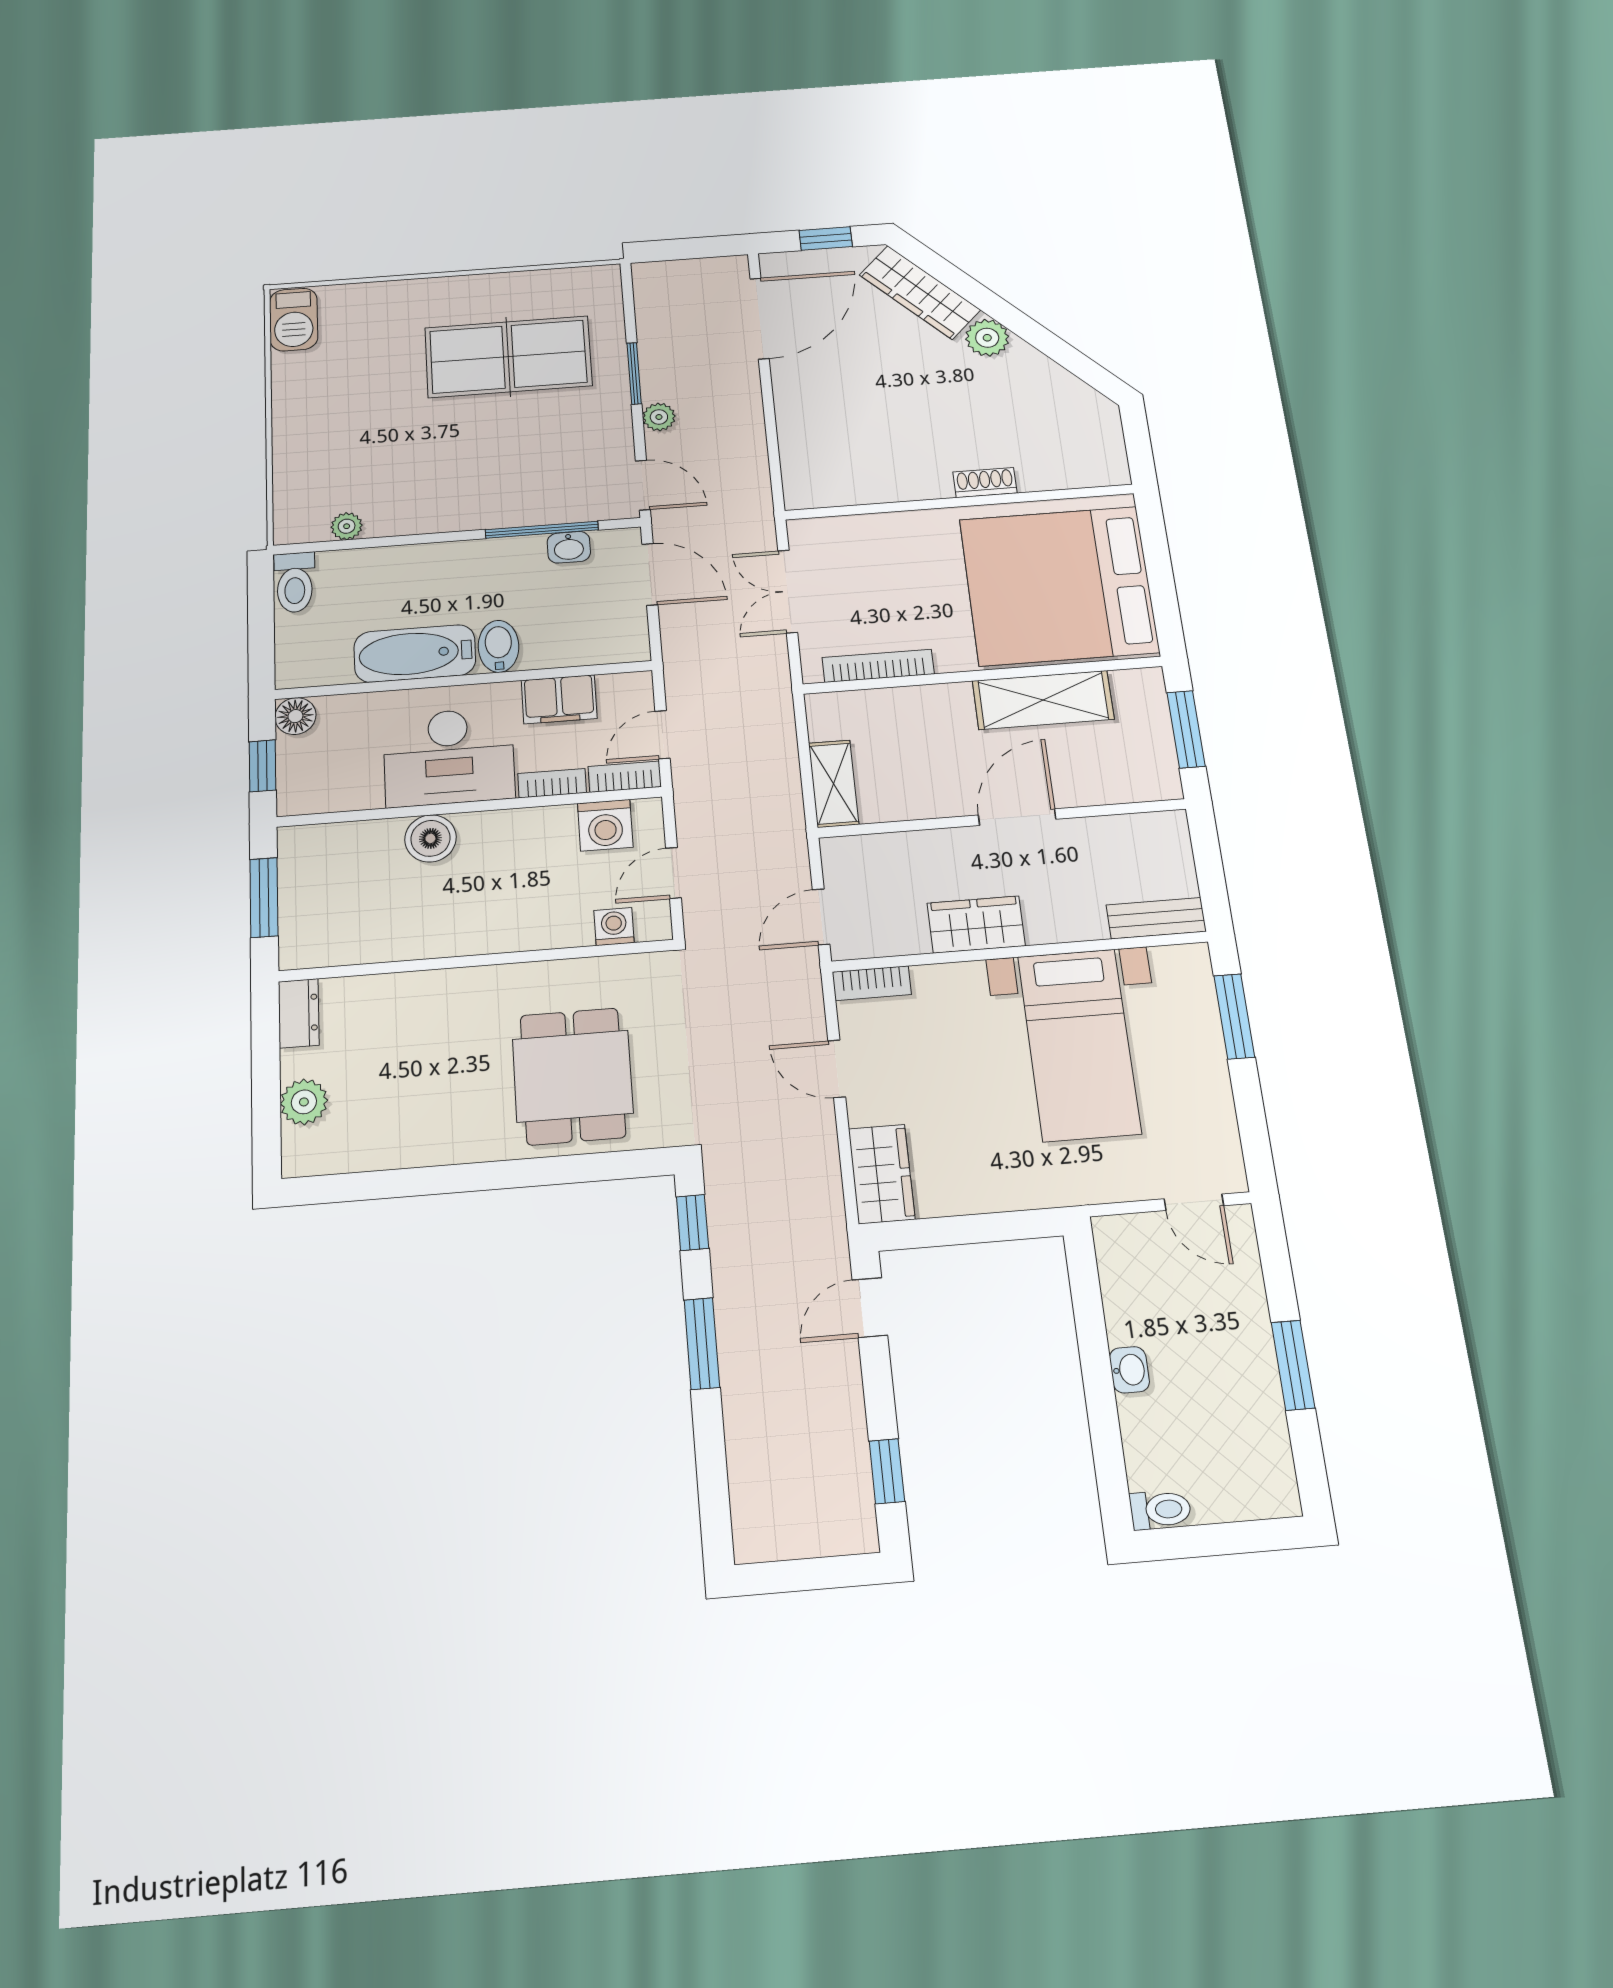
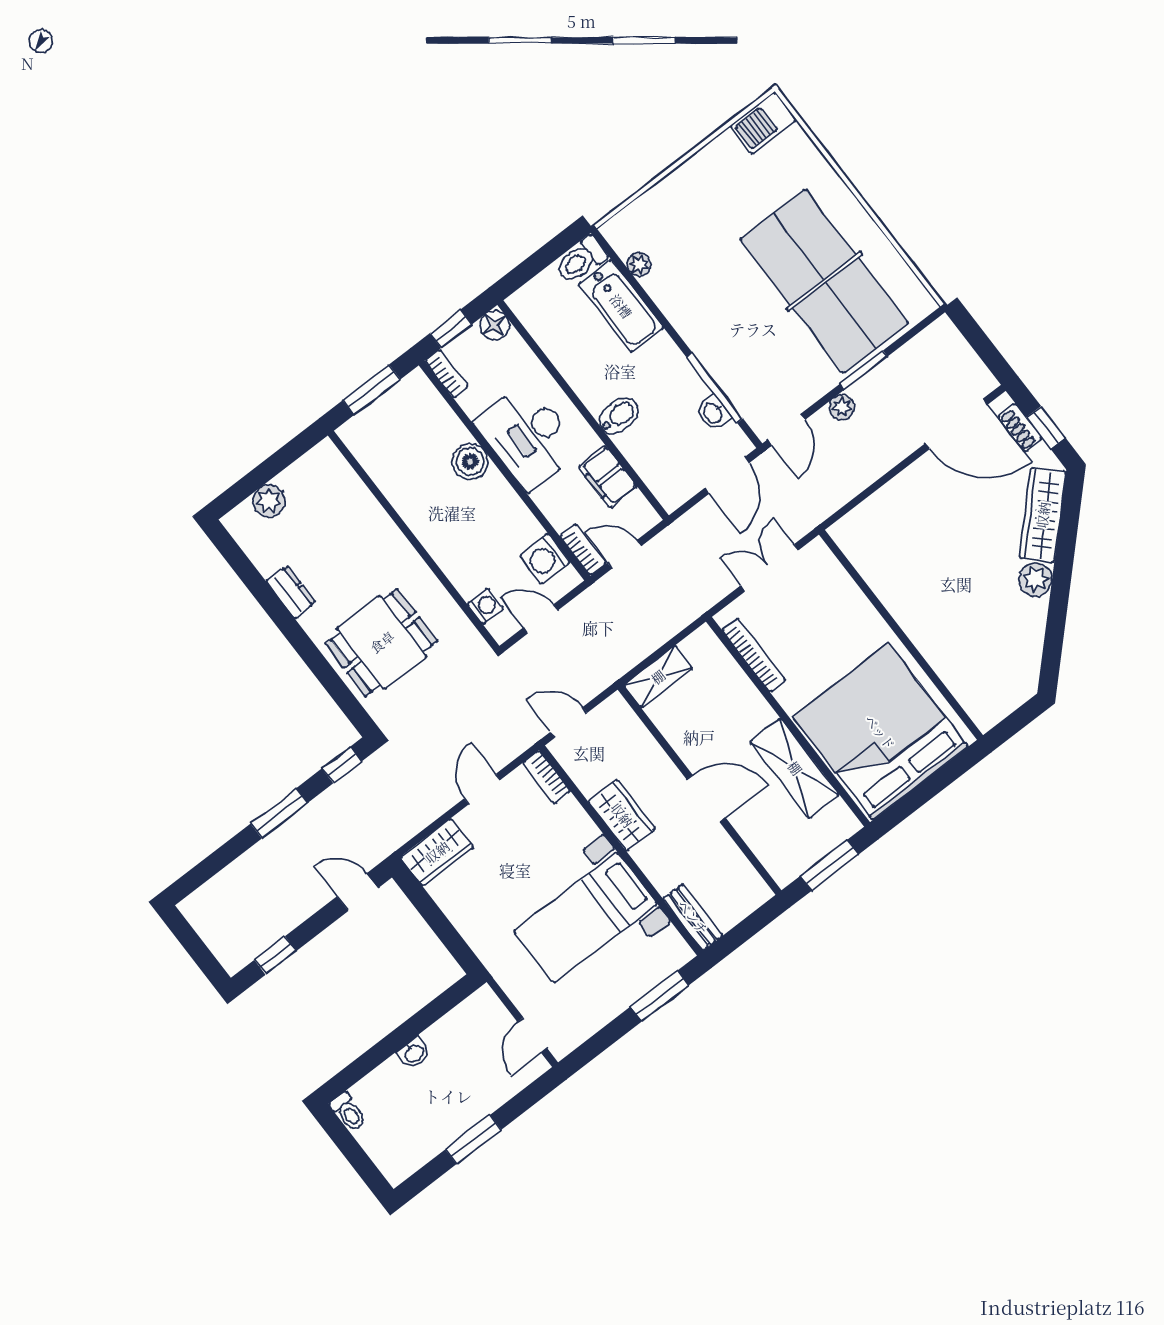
table tennis table: (508, 357) -> (824, 281), width x1.36, depth x1.32
shoe rack: (985, 483) -> (1020, 428), moved, turned 180
bathtub: (415, 653) -> (621, 306), moved, turned 180
bookcase: (552, 783) -> (447, 374), moved
dresser: (299, 1013) -> (291, 592), moved, turned -90

